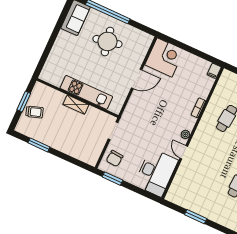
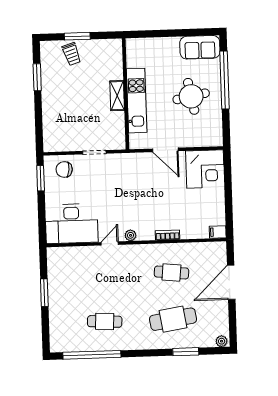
kitchen unit: (86, 92) -> (137, 101), moved
wall: (78, 98) -> (126, 94), moved
shelving: (76, 105) -> (117, 96), moved

